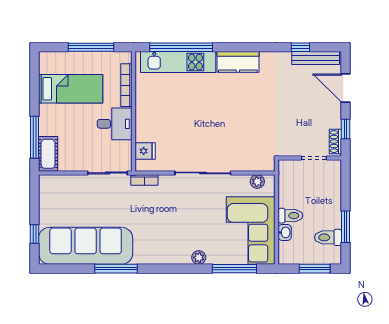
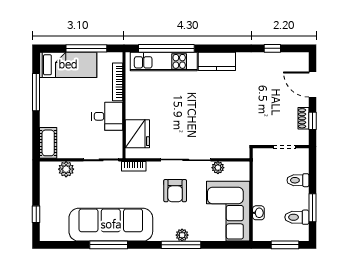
bench: (316, 58) -> (286, 58), removed
bed: (71, 89) -> (68, 65), moved
window: (34, 137) -> (36, 92), moved
shoe rack: (335, 142) -> (303, 118), moved
fridge: (145, 151) -> (137, 134), width x1.88, depth x1.34
plant: (257, 182) -> (218, 168), moved
plant: (68, 183) -> (66, 169), added
armchair: (191, 207) -> (175, 191), added
toilet: (290, 216) -> (298, 180), moved, turned 180
sofa: (86, 246) -> (111, 225), moved
window: (234, 269) -> (181, 245), moved

